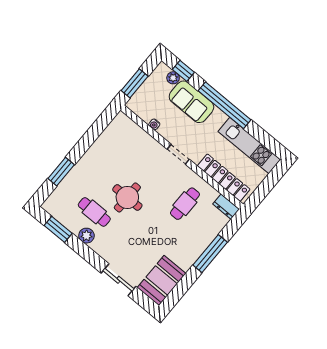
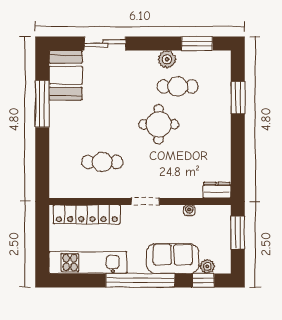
cafe table: (185, 204) -> (102, 162), turned 90
dresser: (226, 207) -> (217, 190), moved
window: (210, 254) -> (42, 104), moved

